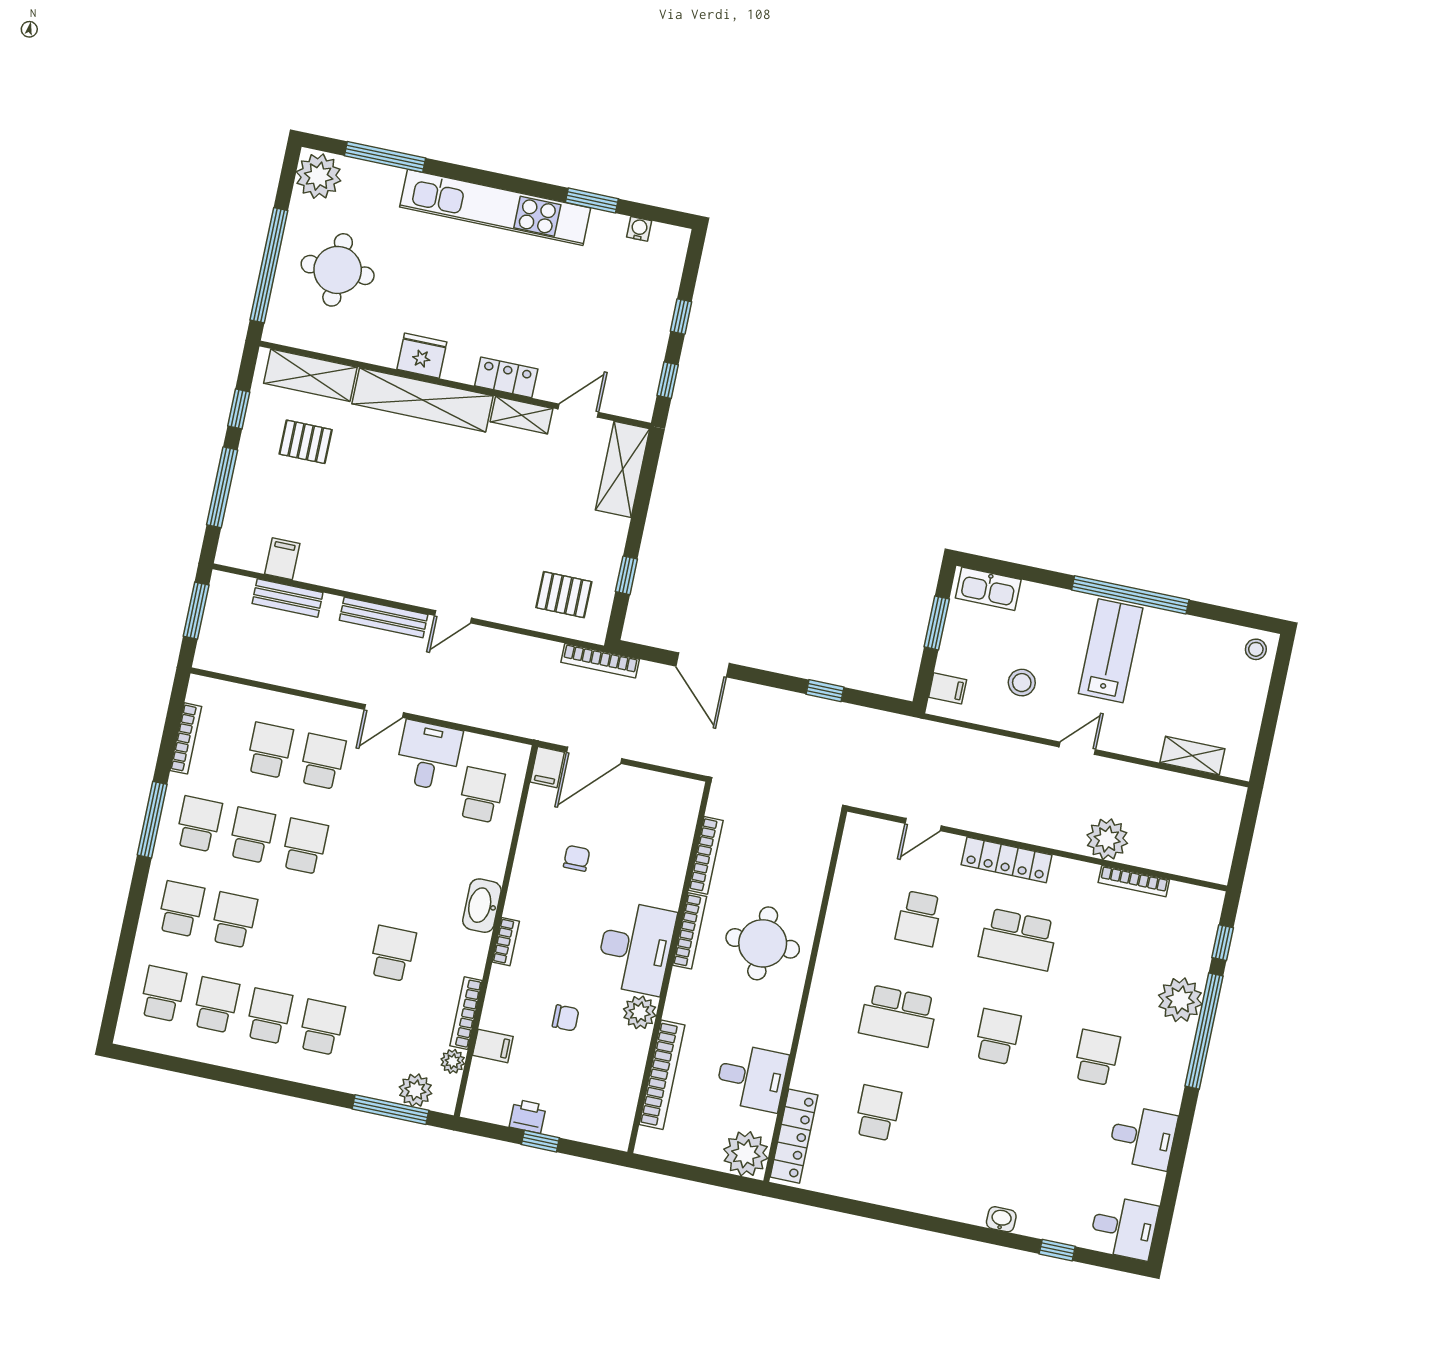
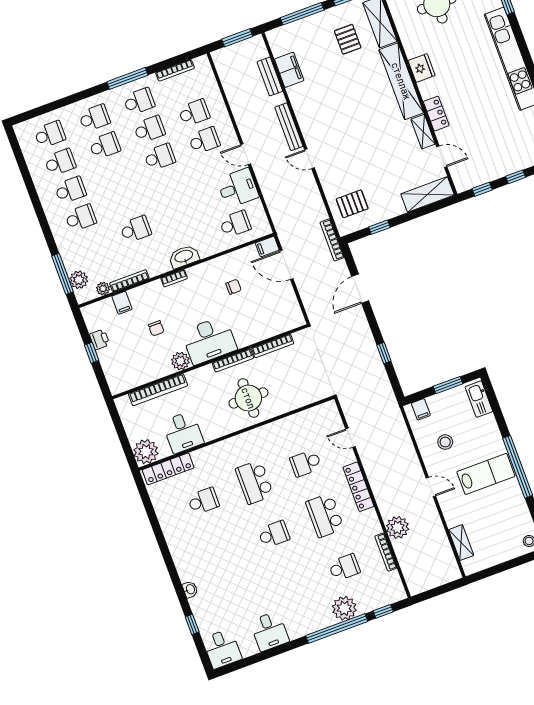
filing cabinet: (282, 559) -> (289, 70), width x2.00
pallet: (564, 595) -> (352, 204), turned 90
school desk: (1097, 1058) -> (344, 567), moved

